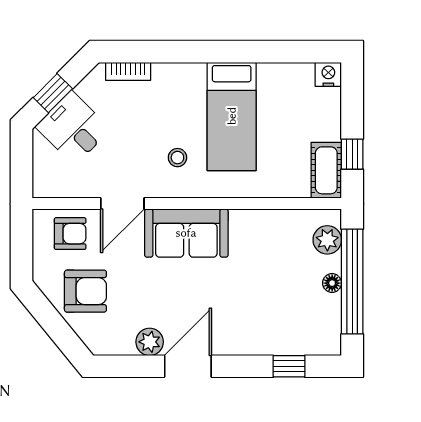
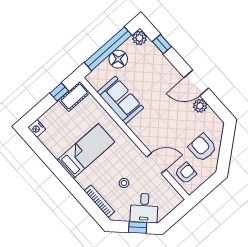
bookcase: (128, 71) -> (99, 201), width x1.56
stool: (177, 158) -> (124, 183), moved
sofa: (186, 233) -> (120, 100), moved
armchair: (70, 234) -> (186, 173), turned 90
plant: (327, 240) -> (139, 38), moved
floor lamp: (332, 283) -> (118, 59), width x1.89, depth x1.89

